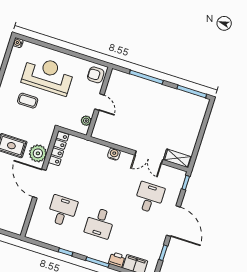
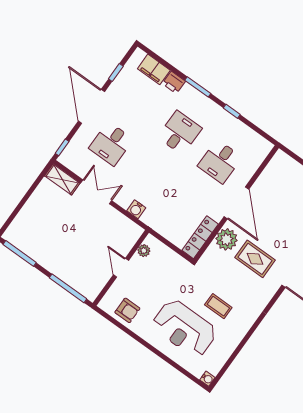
door: (99, 102) -> (121, 268), moved
wall: (99, 102) -> (121, 268), moved
plant: (86, 121) -> (144, 251), moved

